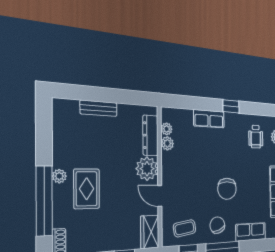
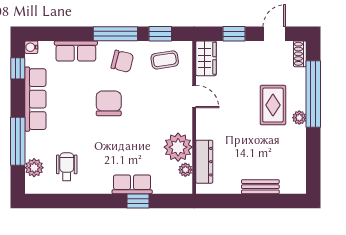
window: (231, 106) -> (138, 201), moved
plant: (167, 143) -> (178, 147), width x1.87, depth x1.87
plant: (147, 169) -> (209, 126), removed
chair: (217, 225) -> (122, 61), turned -55

